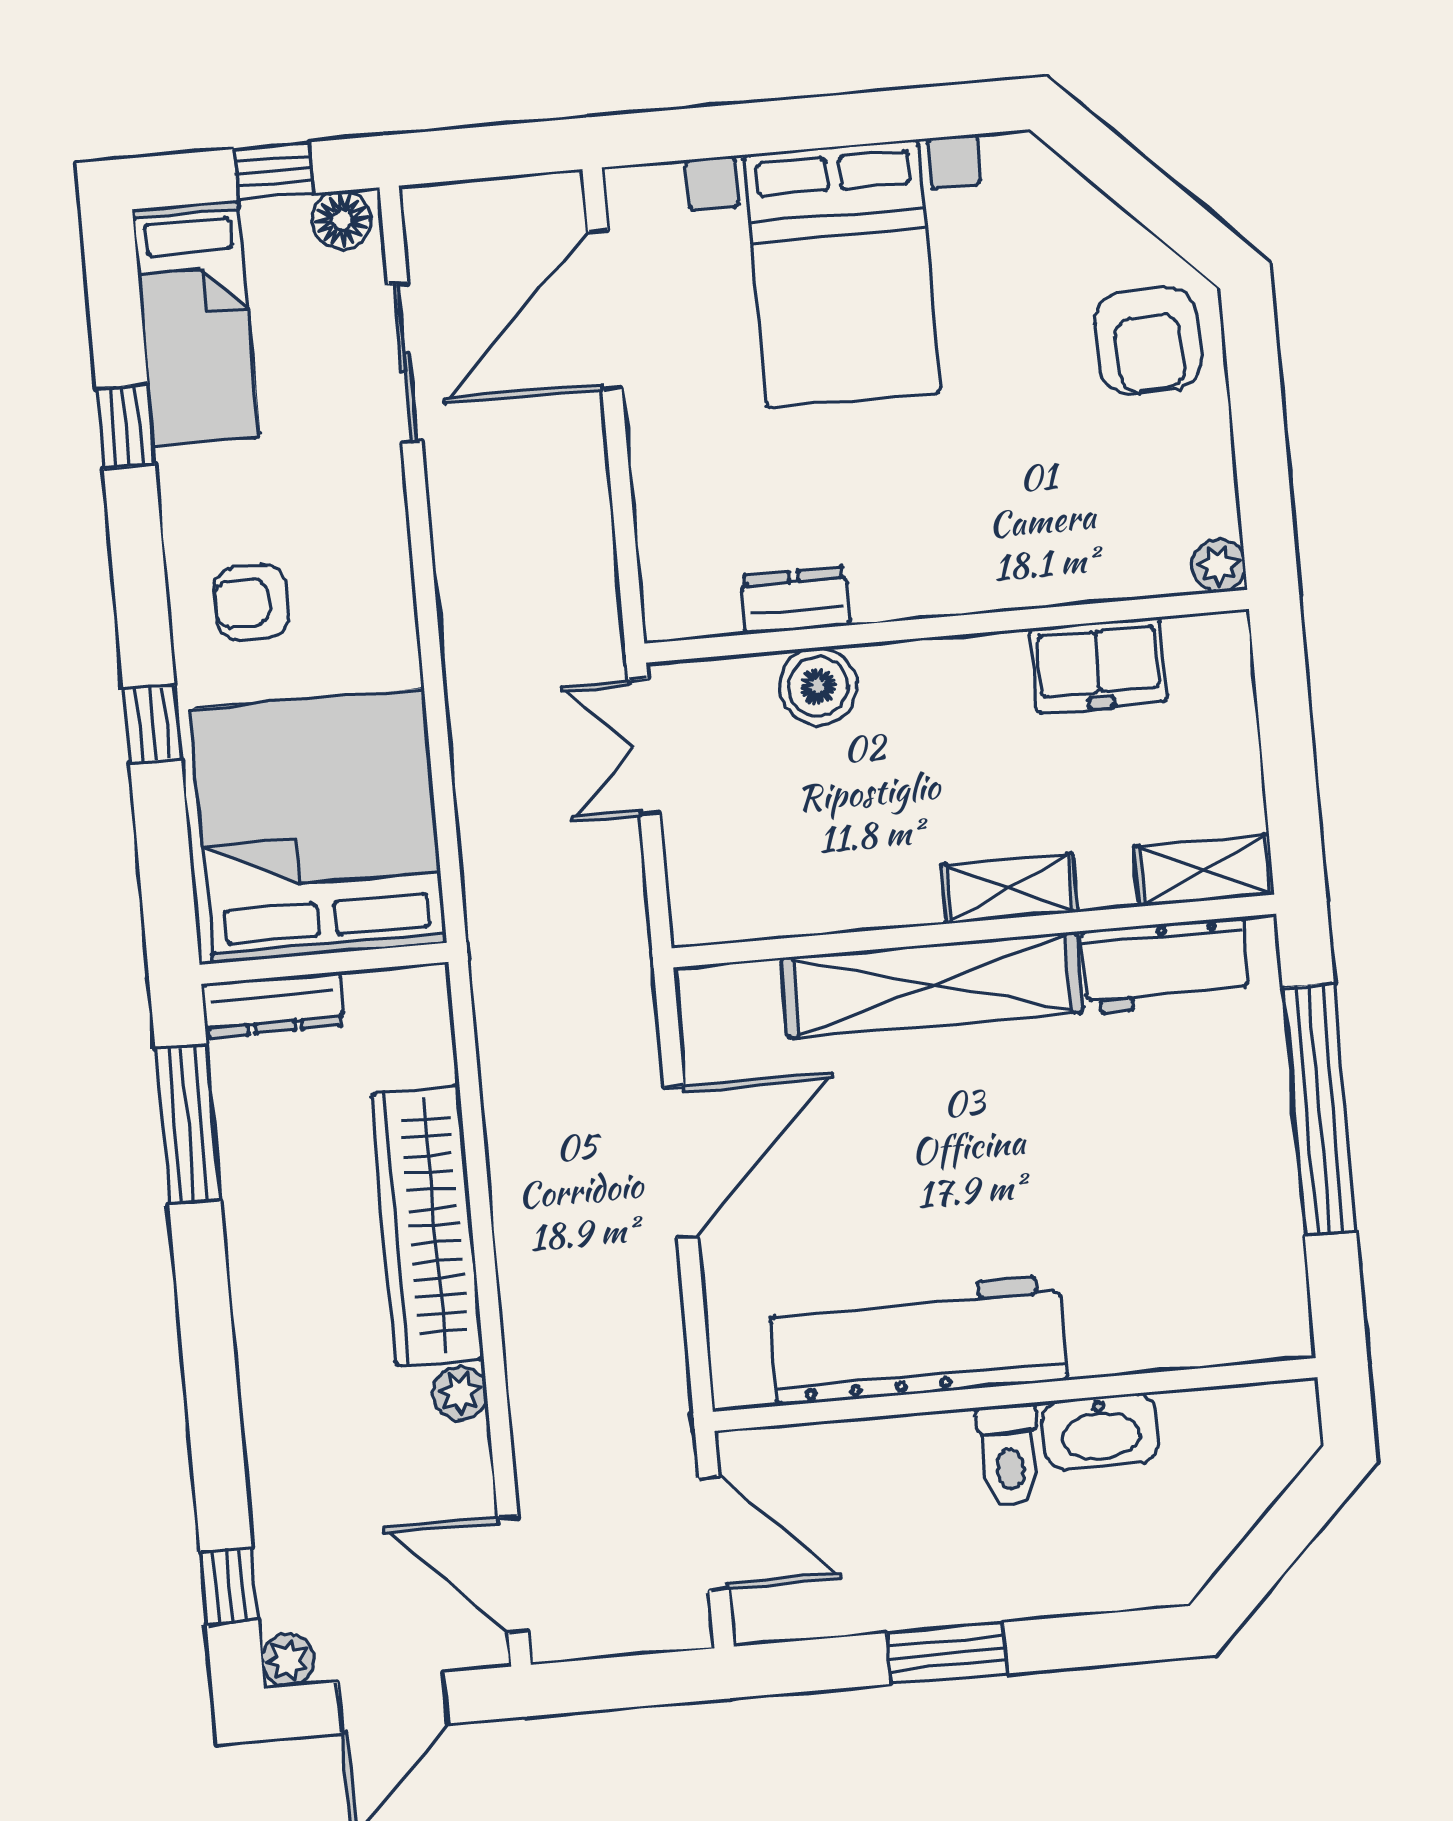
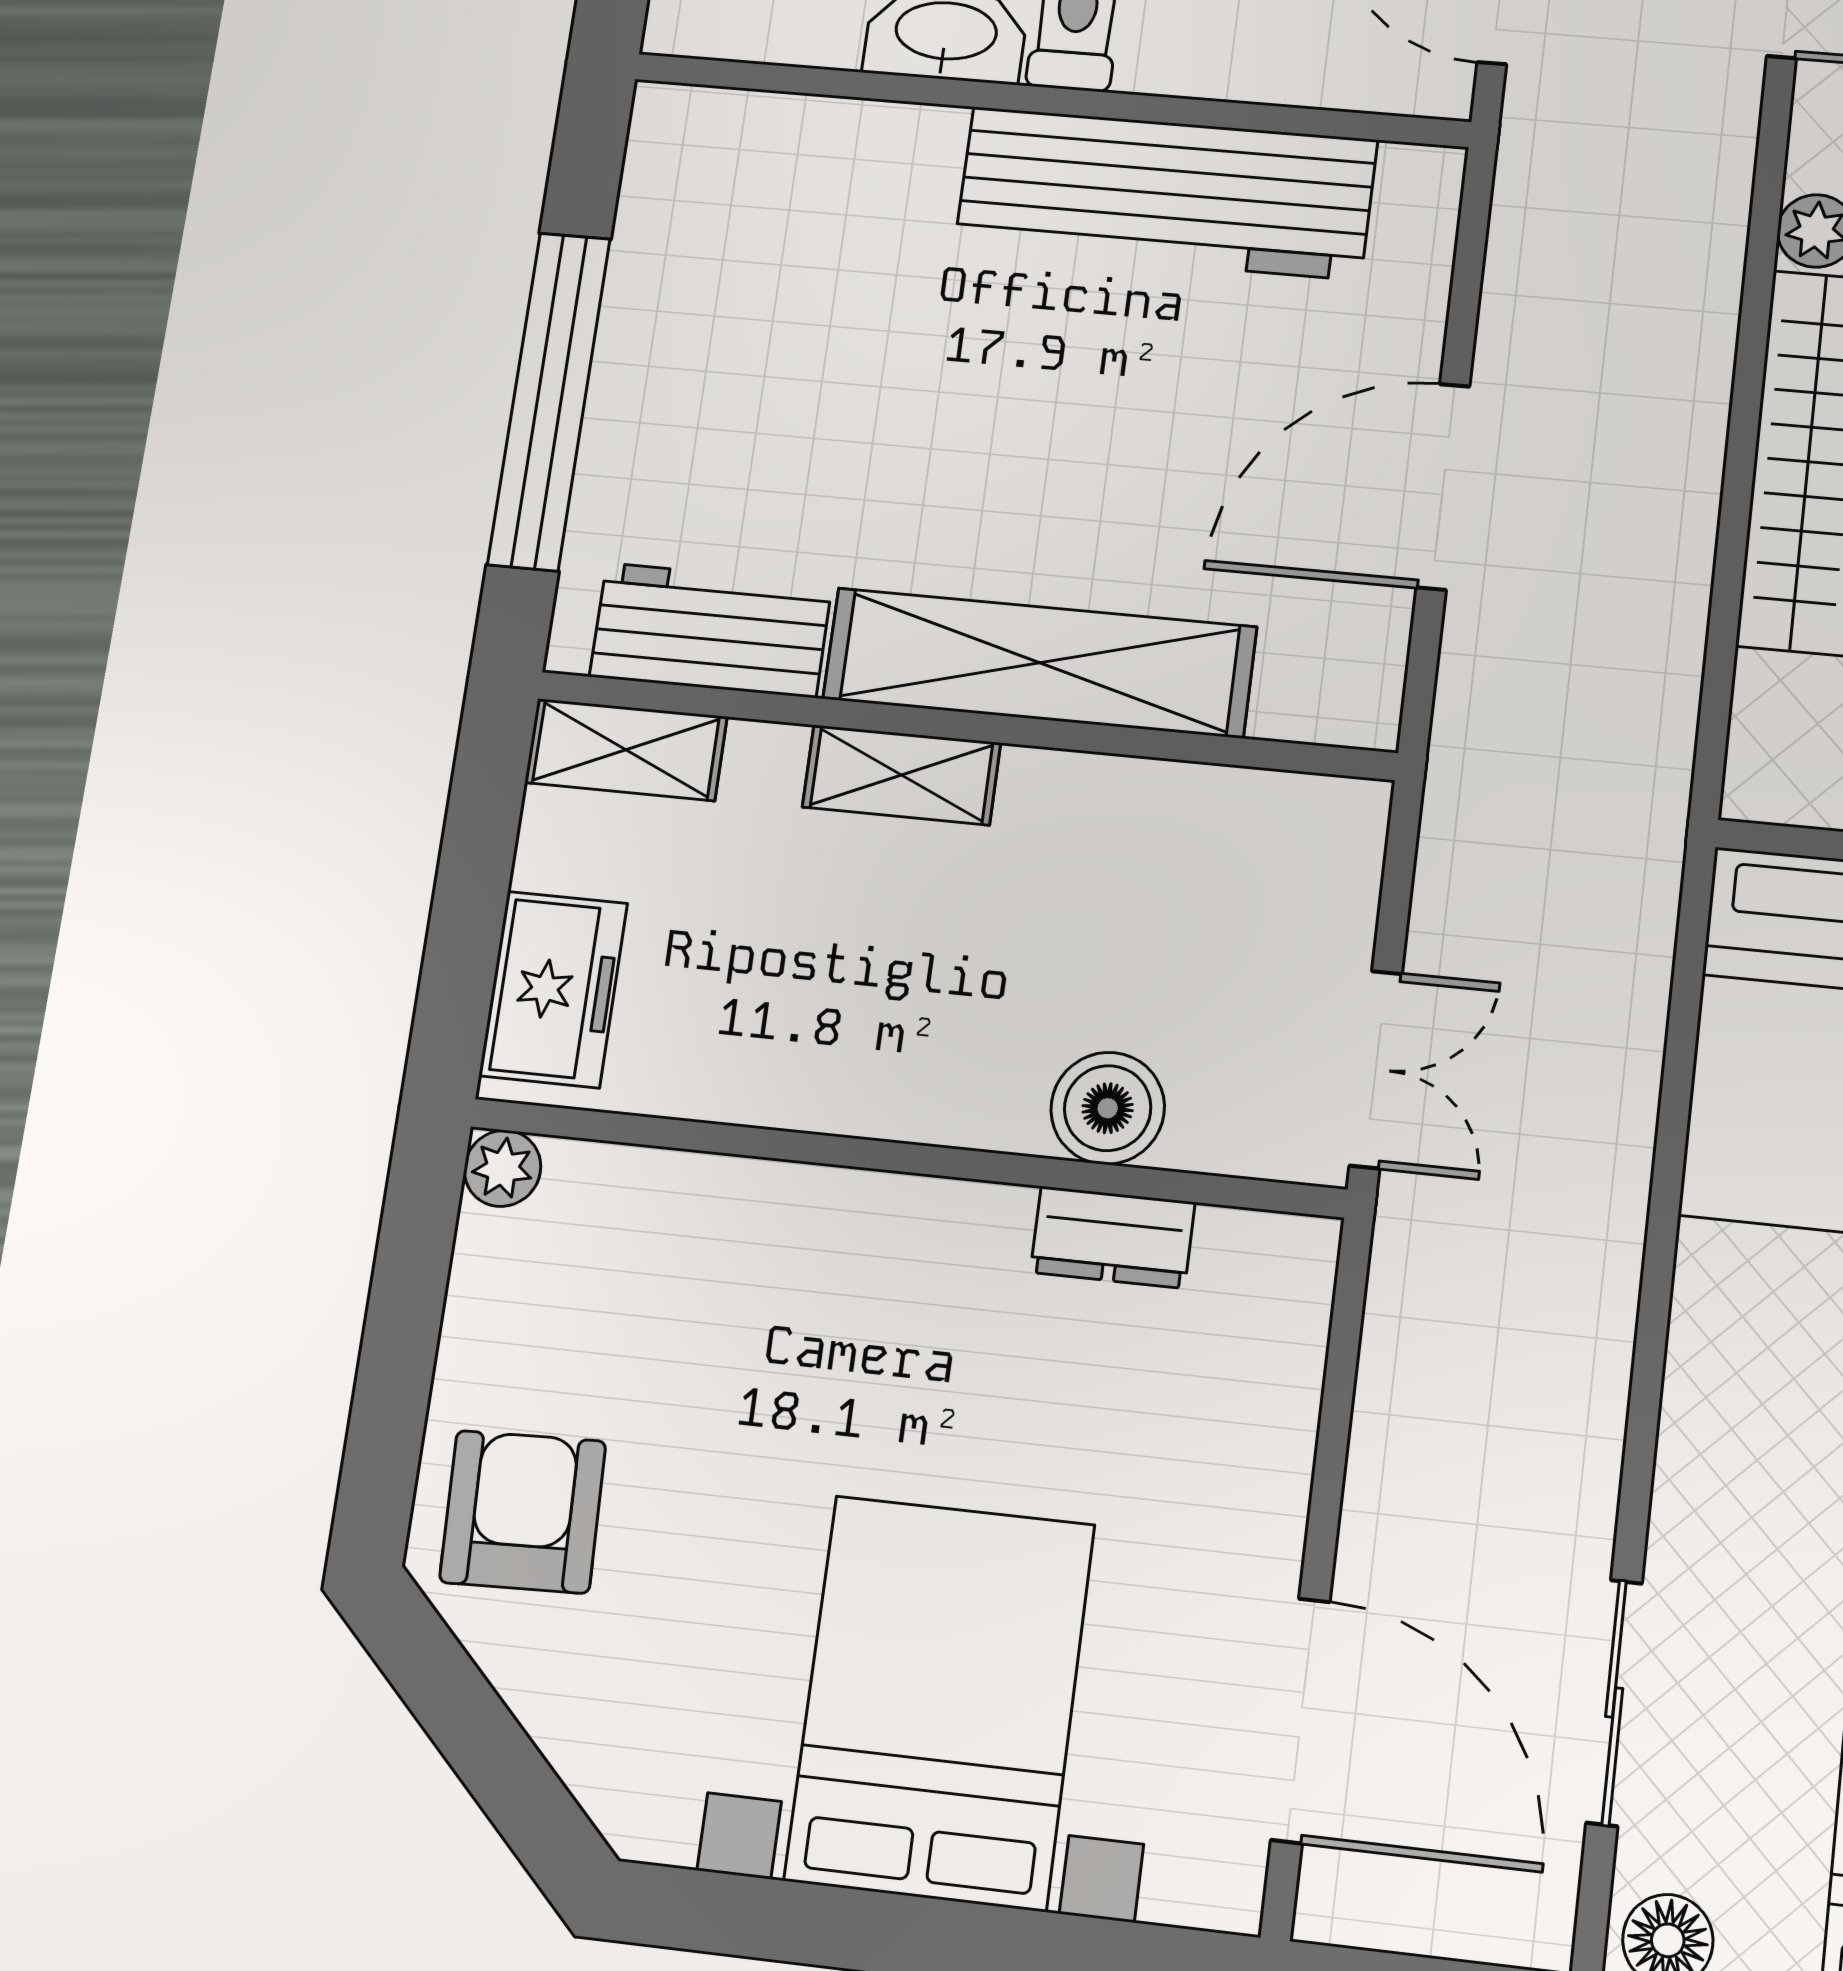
door: (605, 310) -> (1300, 1720), hinge flipped
freezer: (1098, 665) -> (553, 989), moved, turned 90

